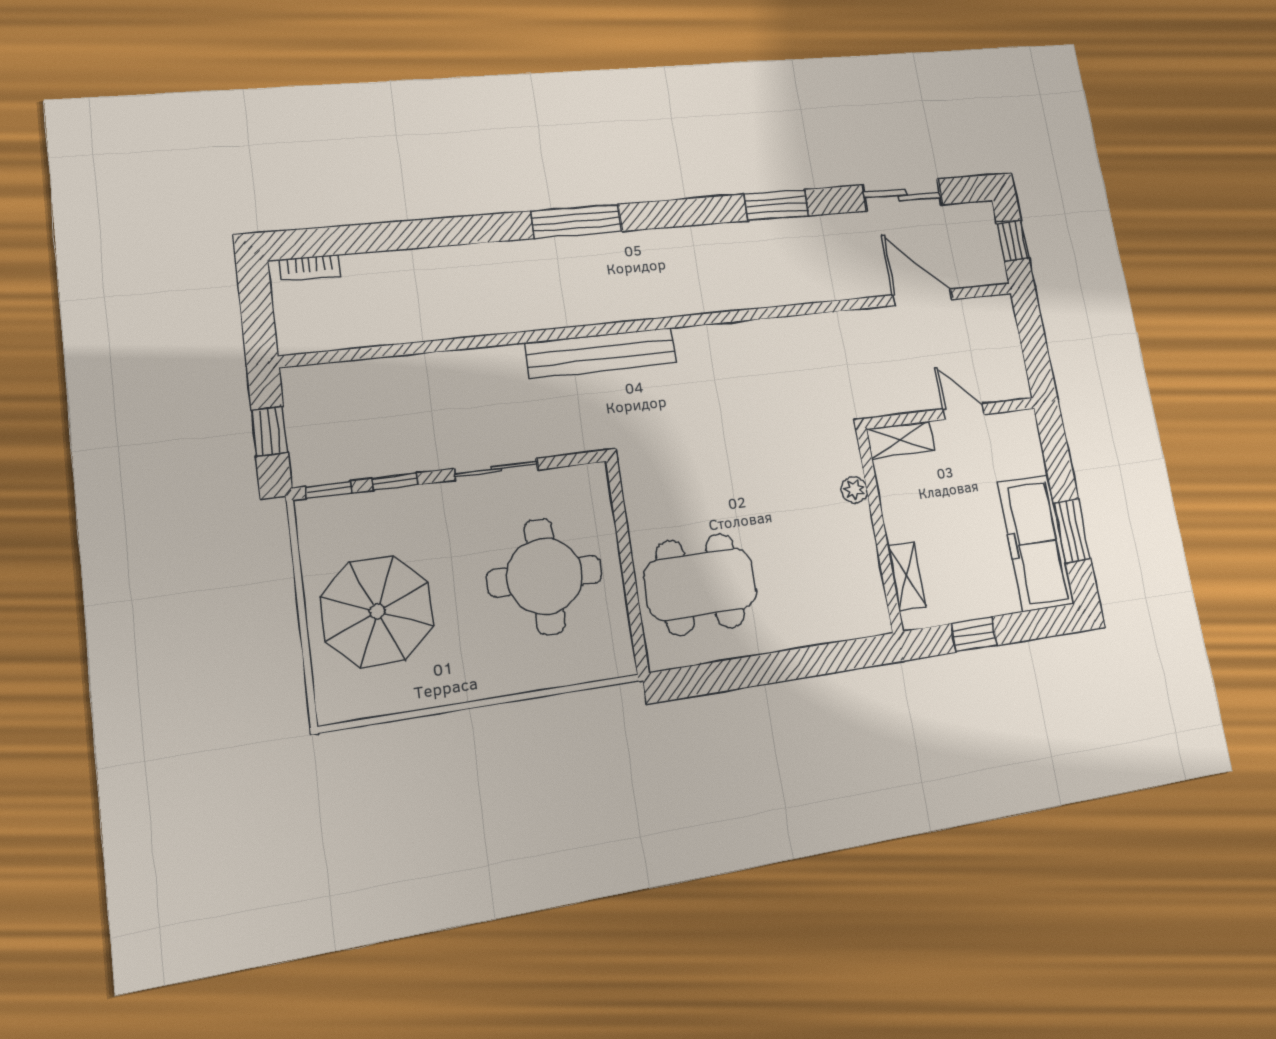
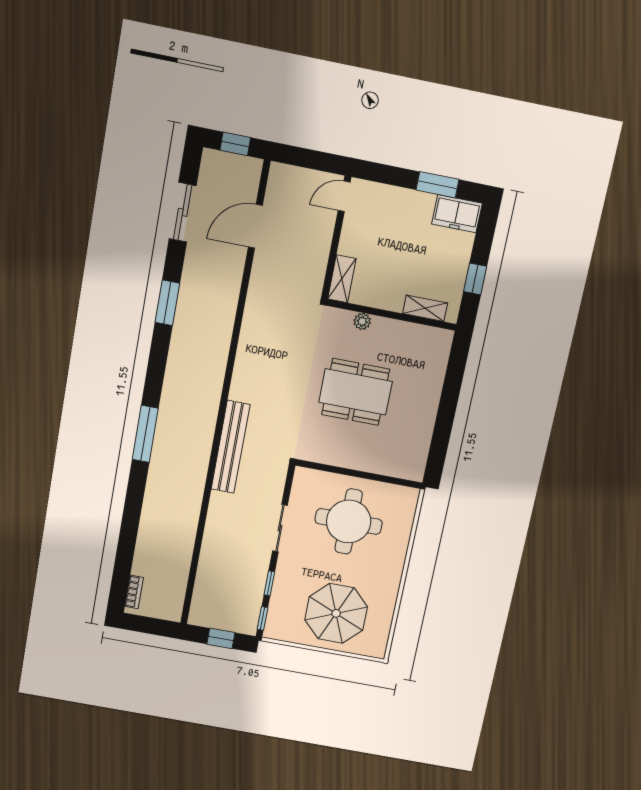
door: (964, 412) -> (344, 196), moved
freezer: (1036, 543) -> (457, 214), width x0.52, depth x0.79
dining table: (700, 584) -> (356, 392), moved, turned 90

